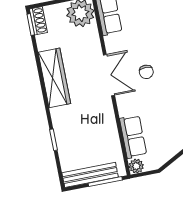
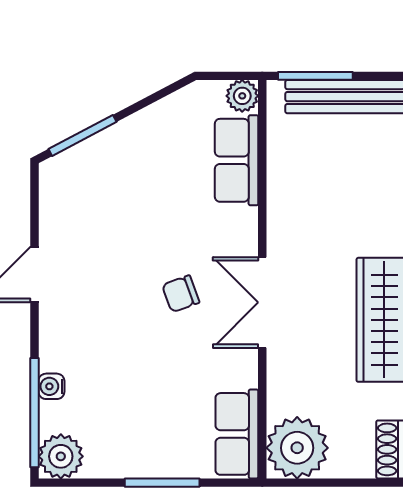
chair: (146, 72) -> (181, 294), turned -110

